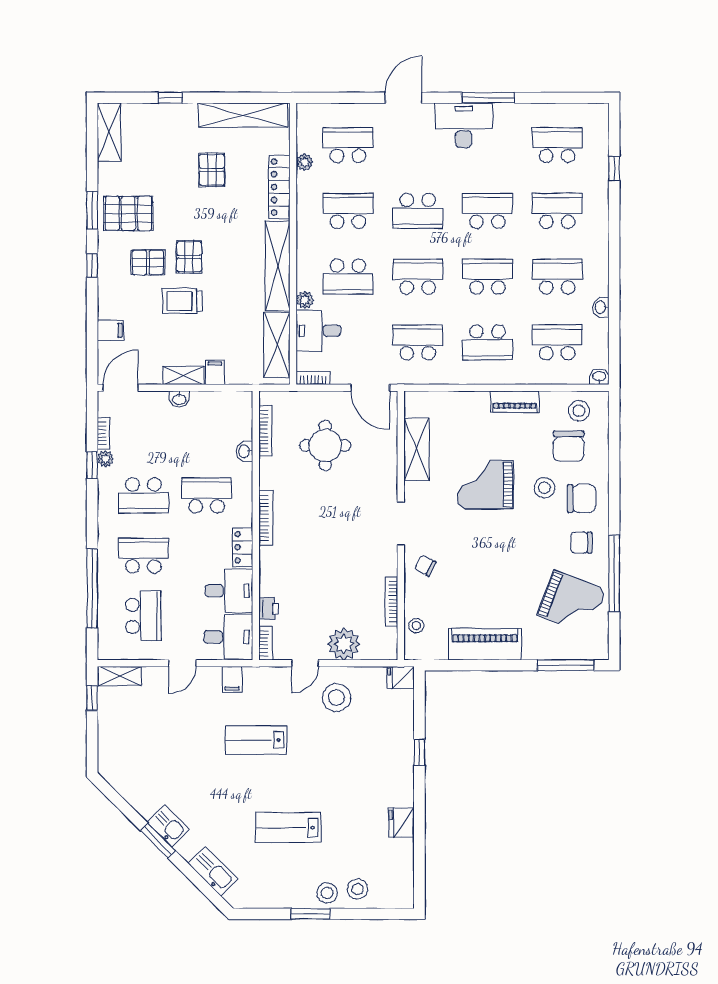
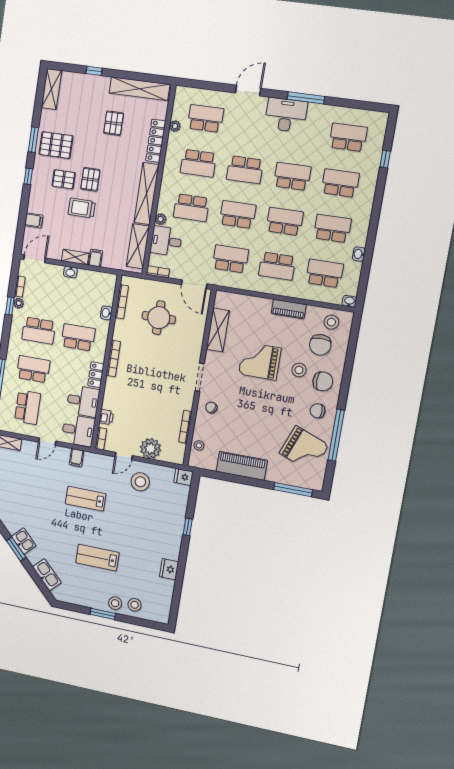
school desk: (348, 211) -> (198, 163), turned 180

